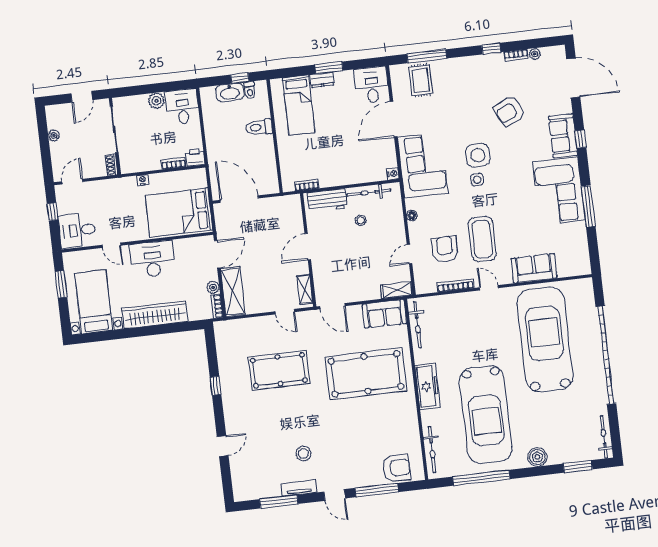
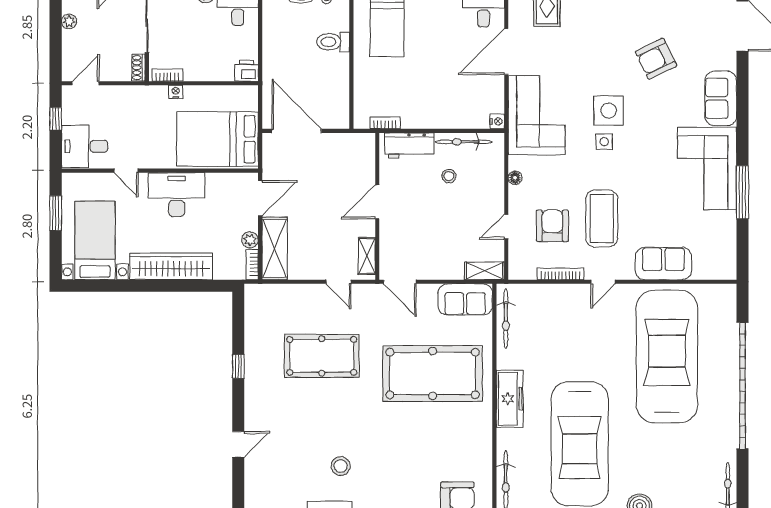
window: (580, 139) -> (742, 105), removed
bookcase: (174, 163) -> (167, 75), moved
door: (489, 288) -> (603, 282), swing flipped

